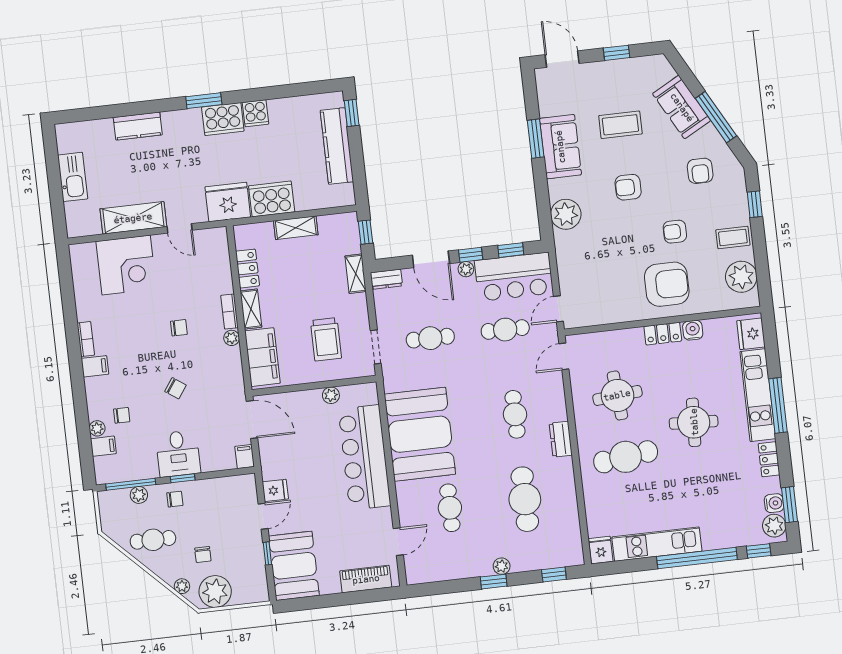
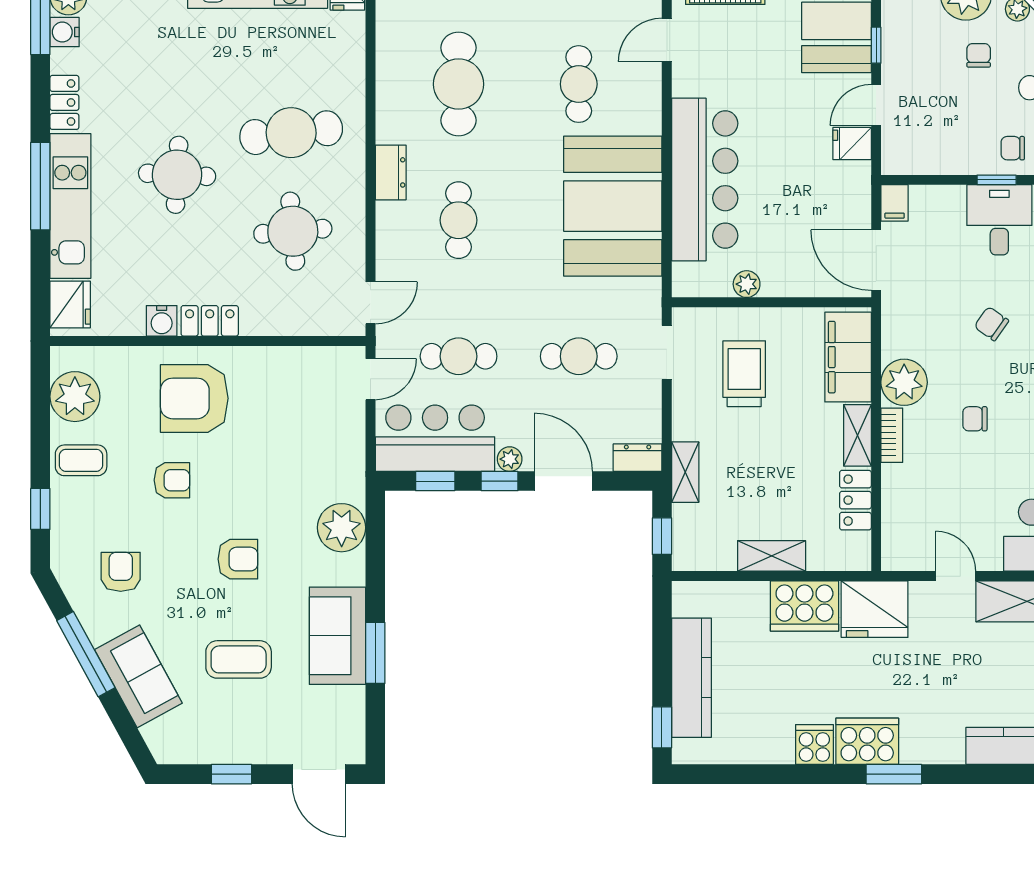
plant: (232, 338) -> (904, 382), width x1.88, depth x1.88

